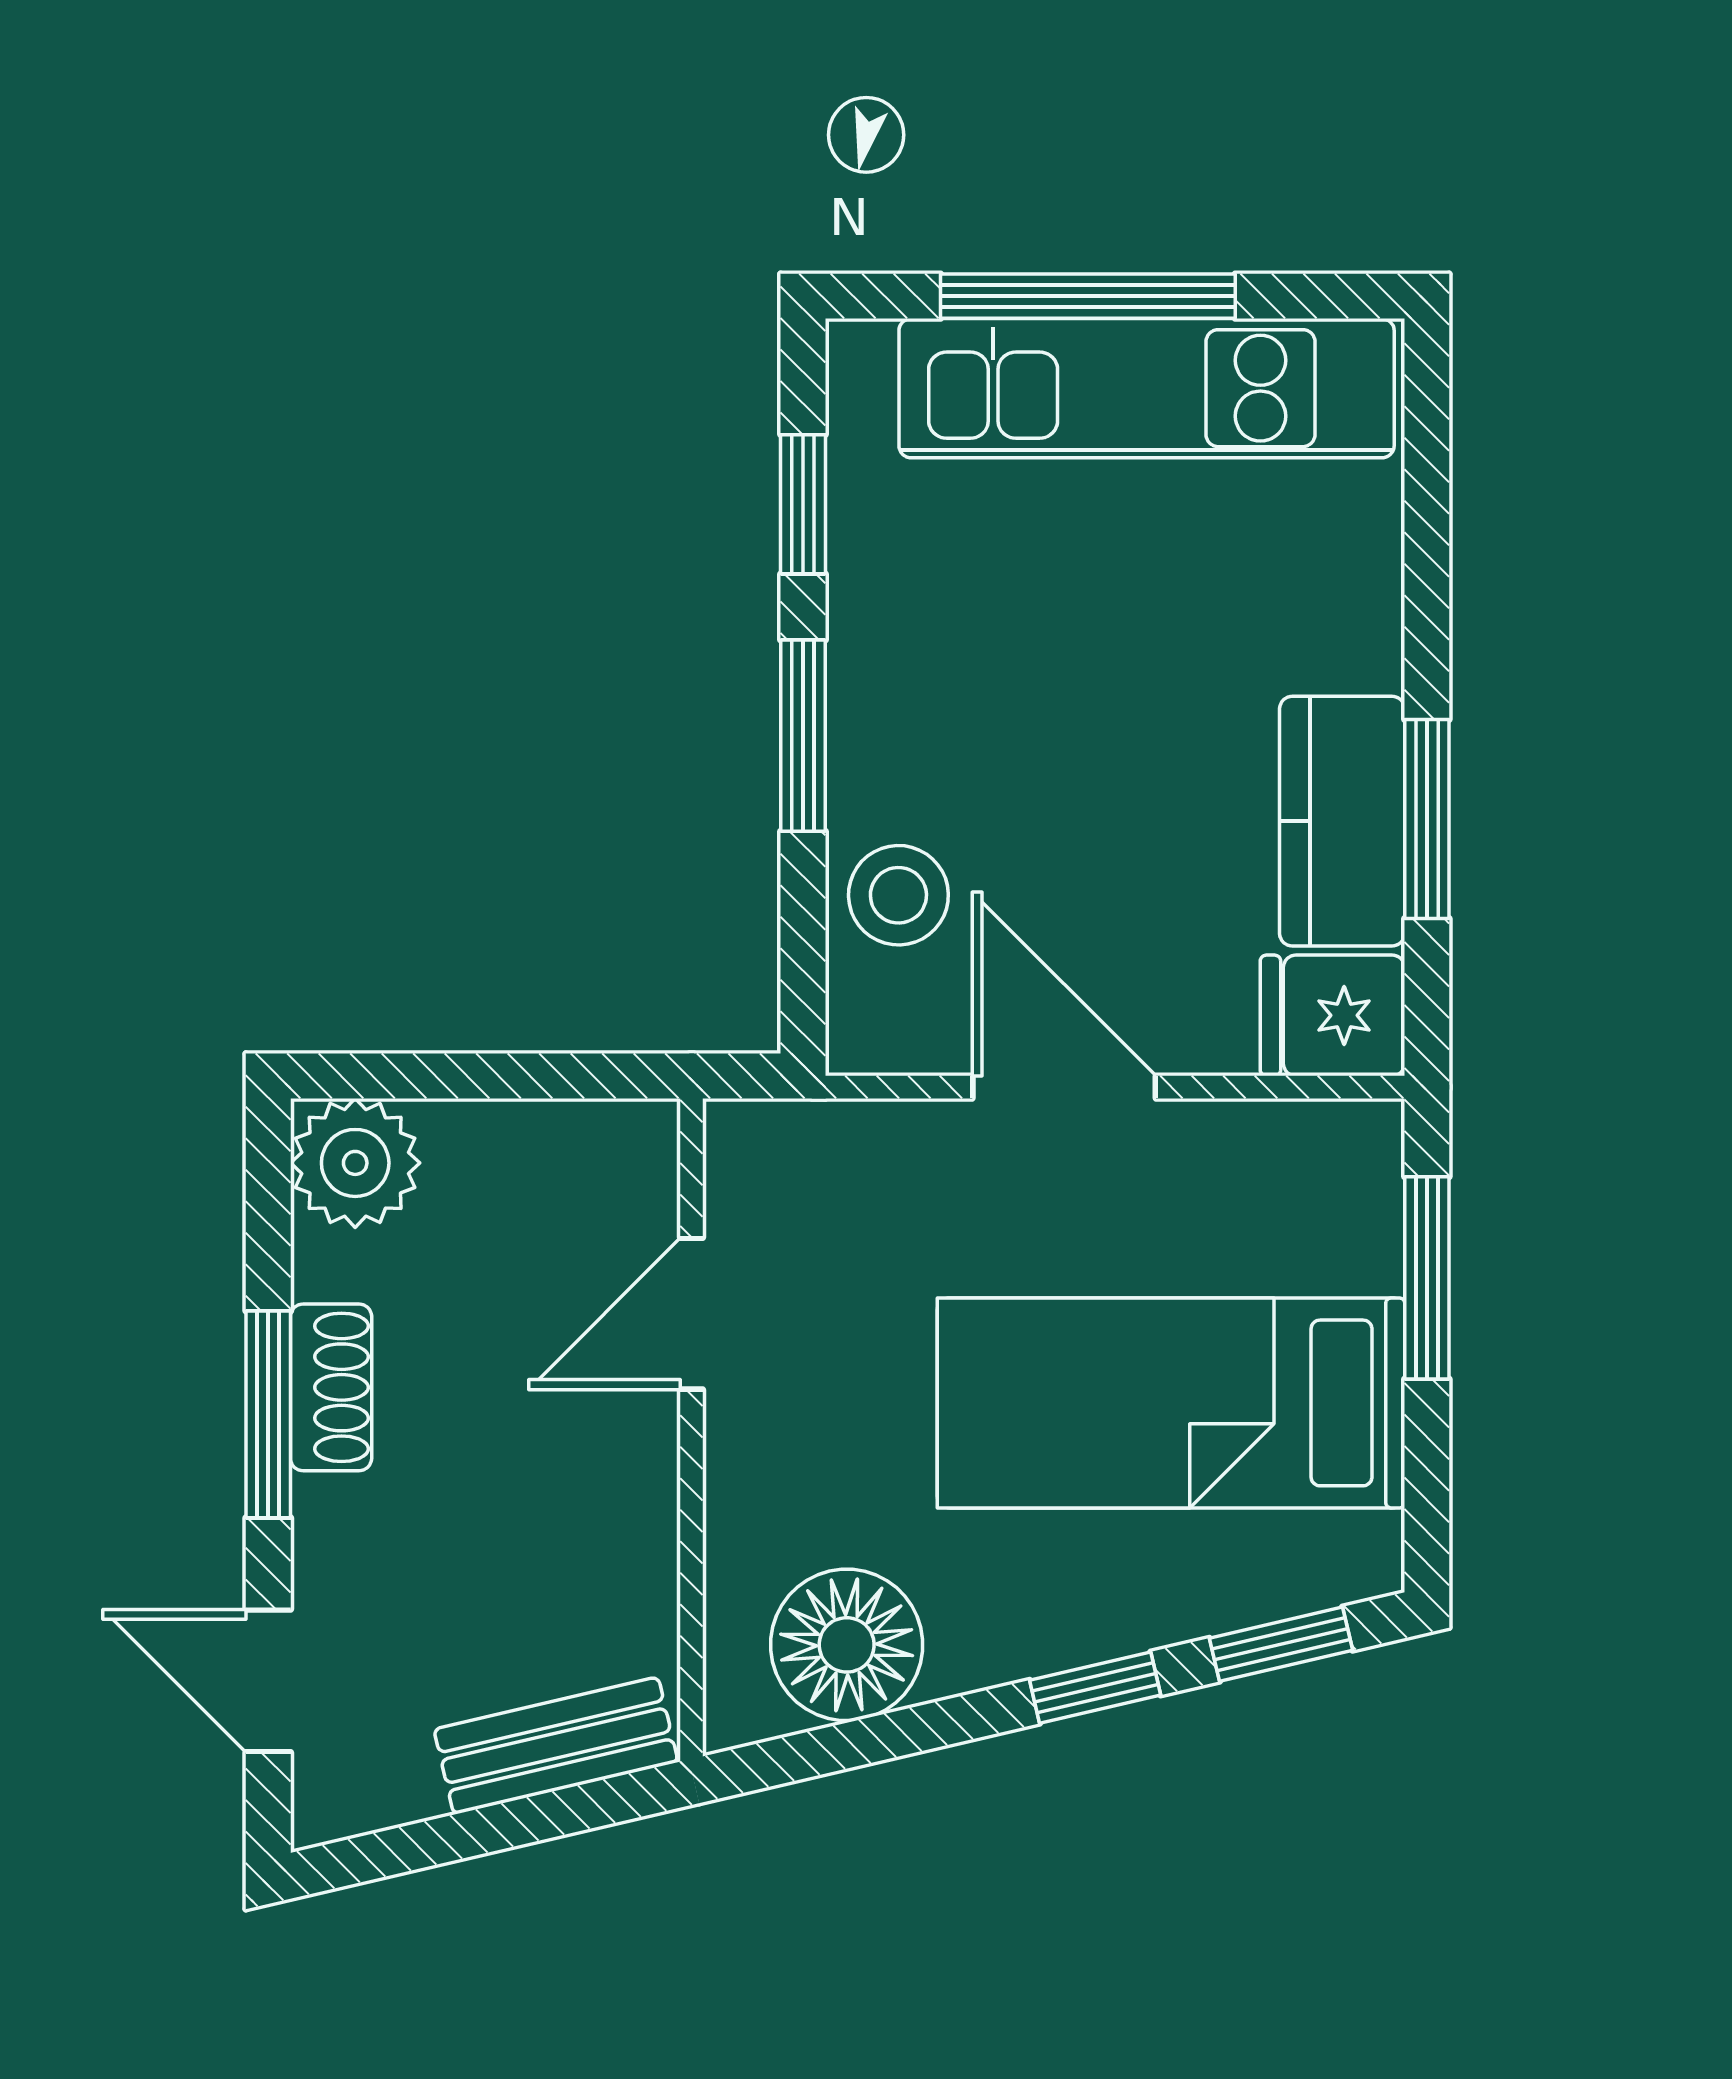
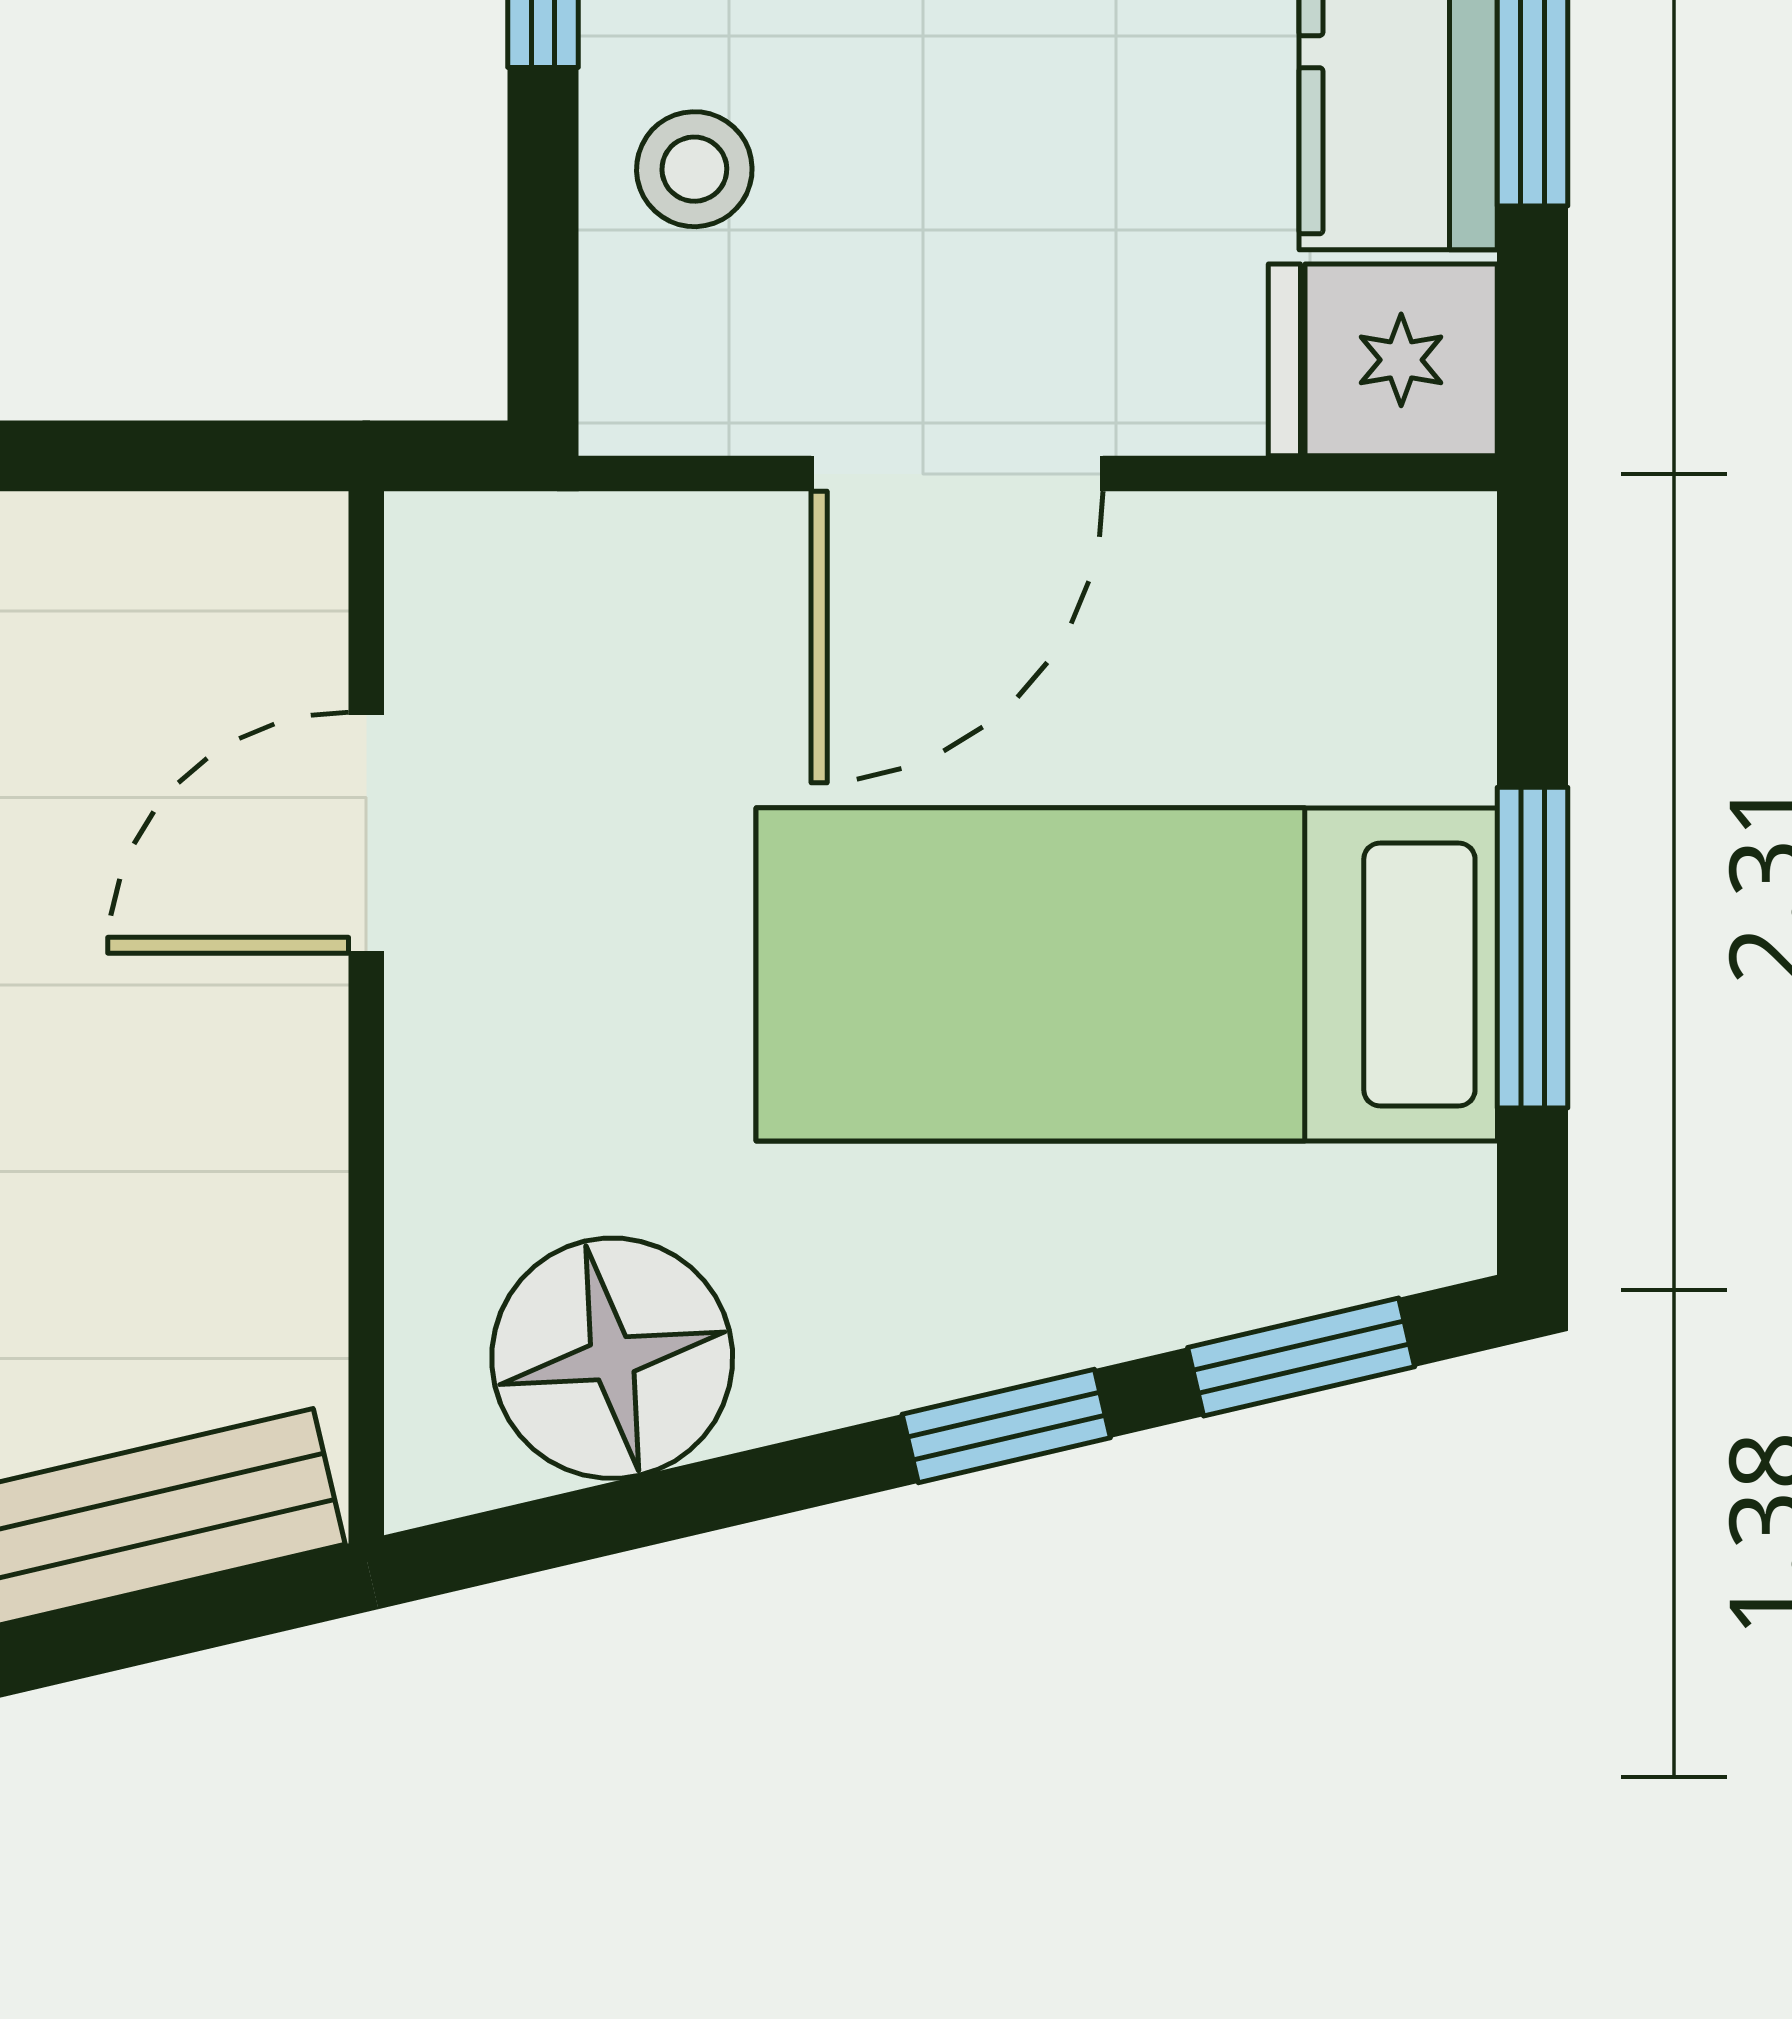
stool: (898, 895) -> (694, 169), width x0.73, depth x0.73
door: (1064, 1087) -> (957, 474), swing flipped
window: (1427, 1278) -> (1533, 948), moved

